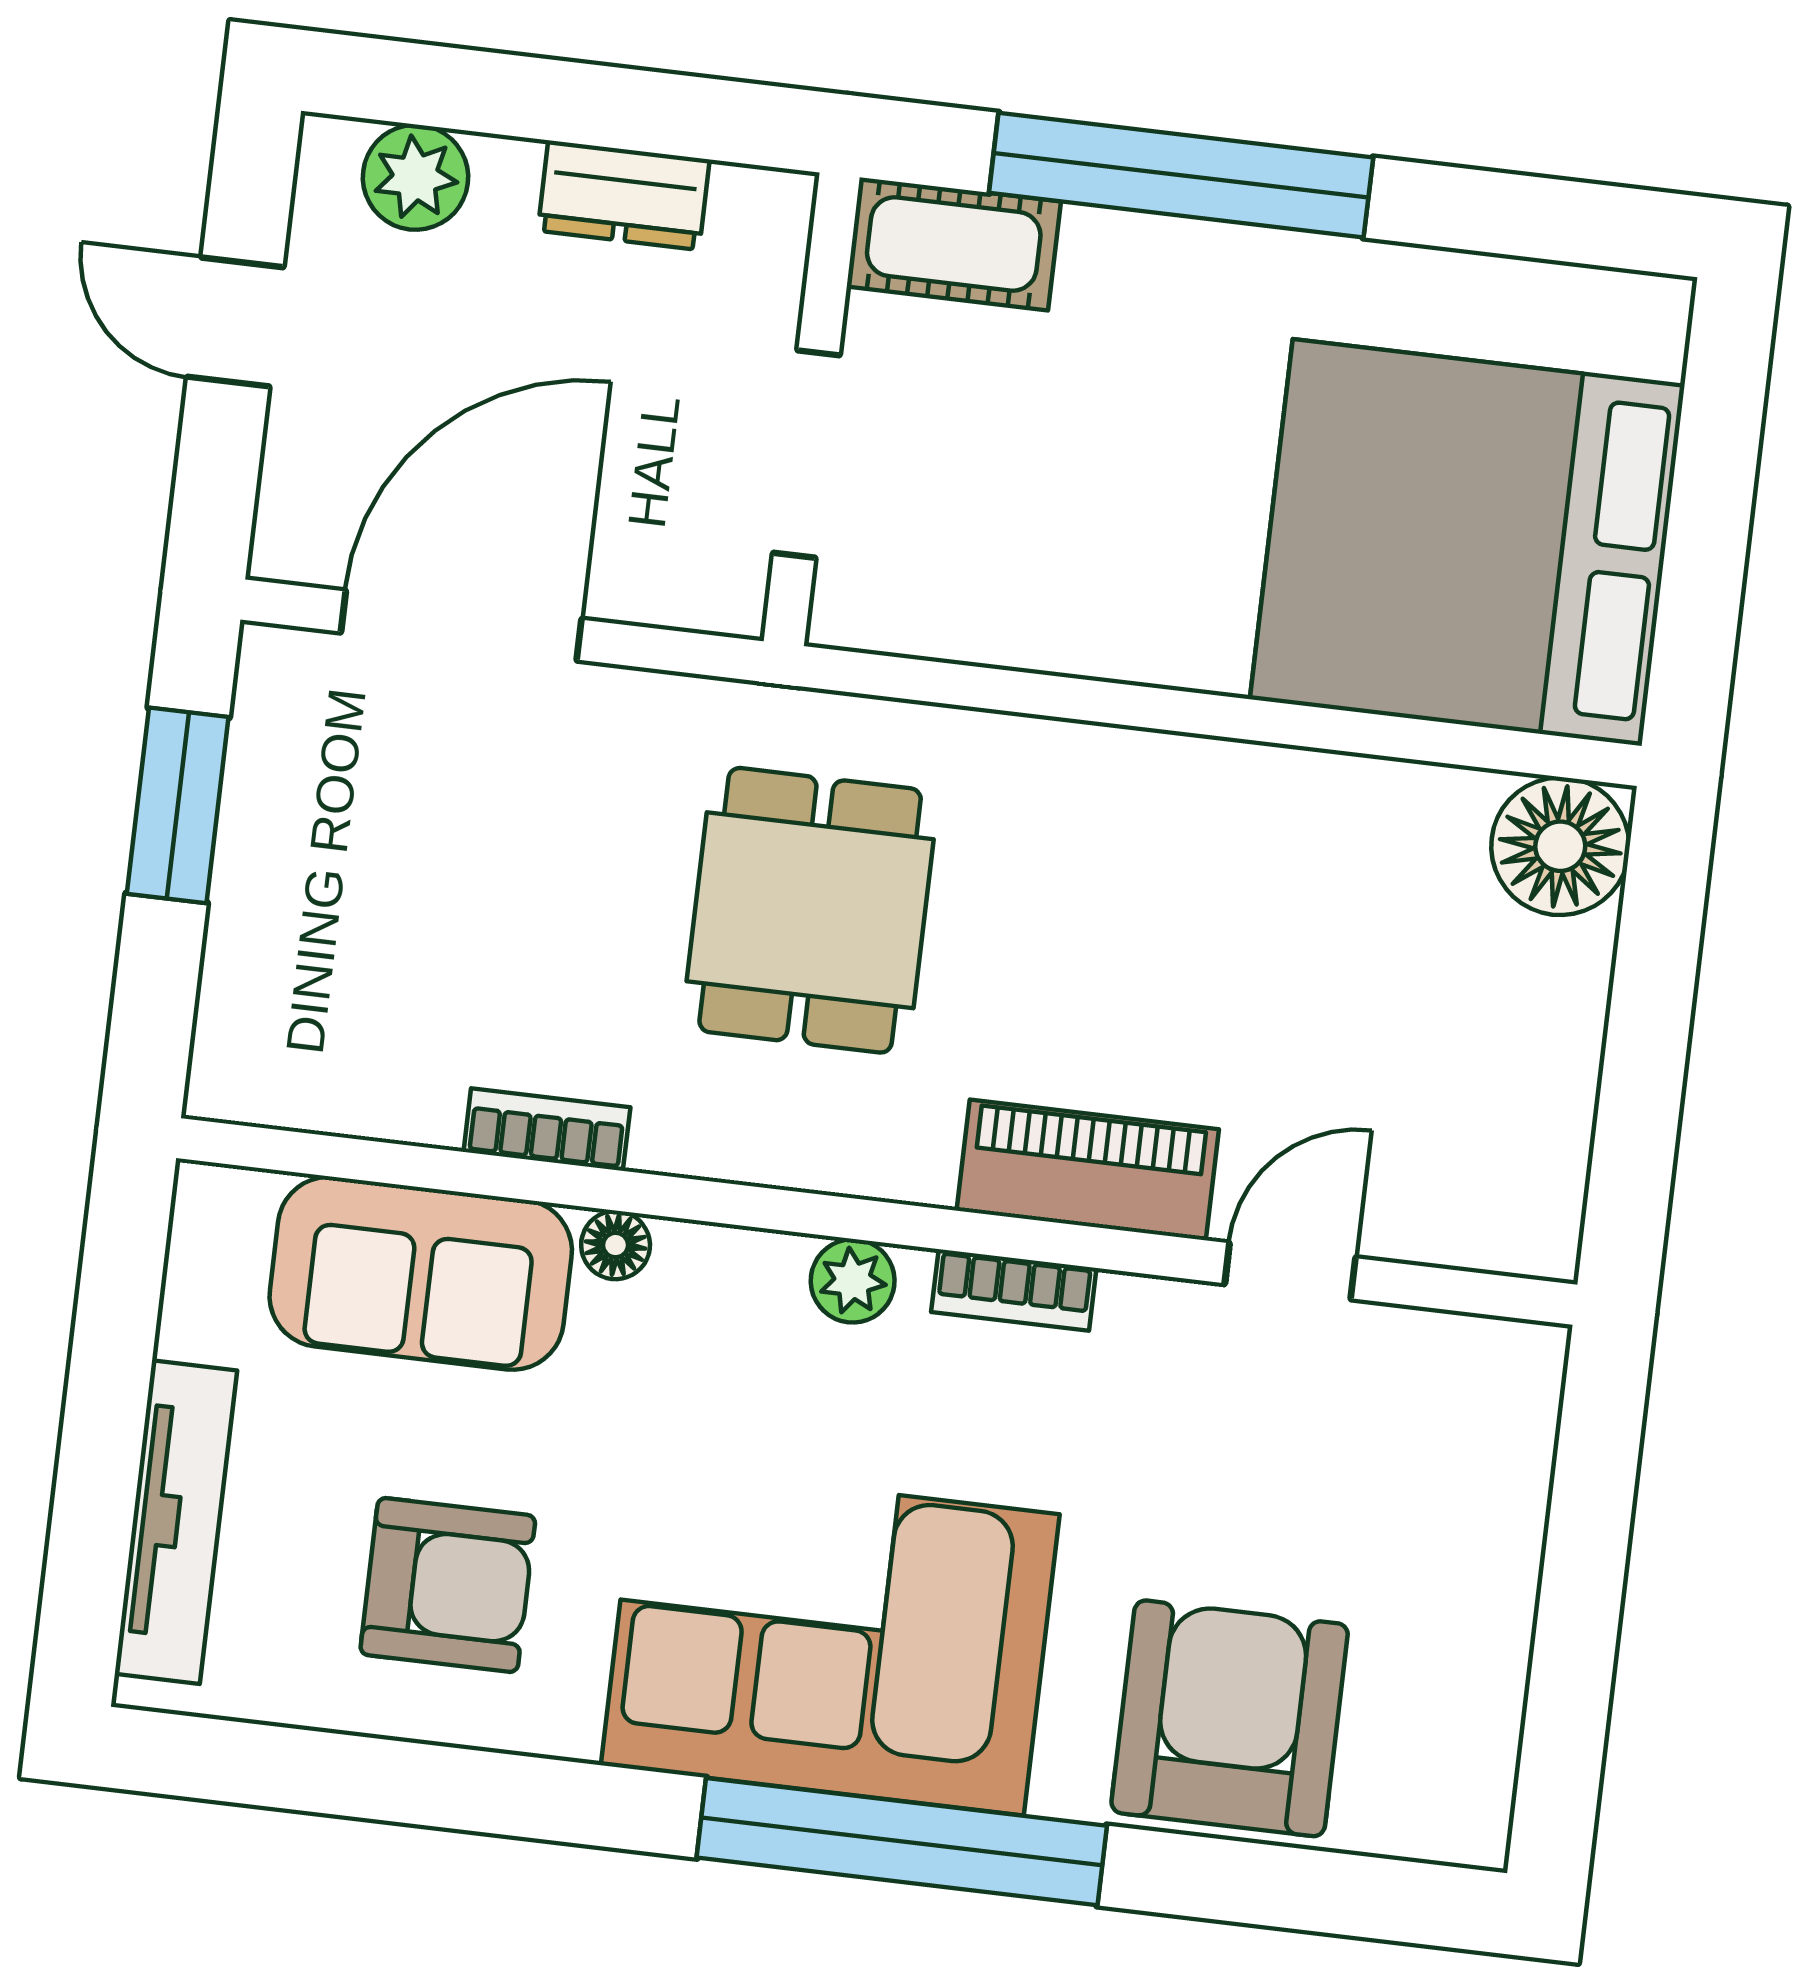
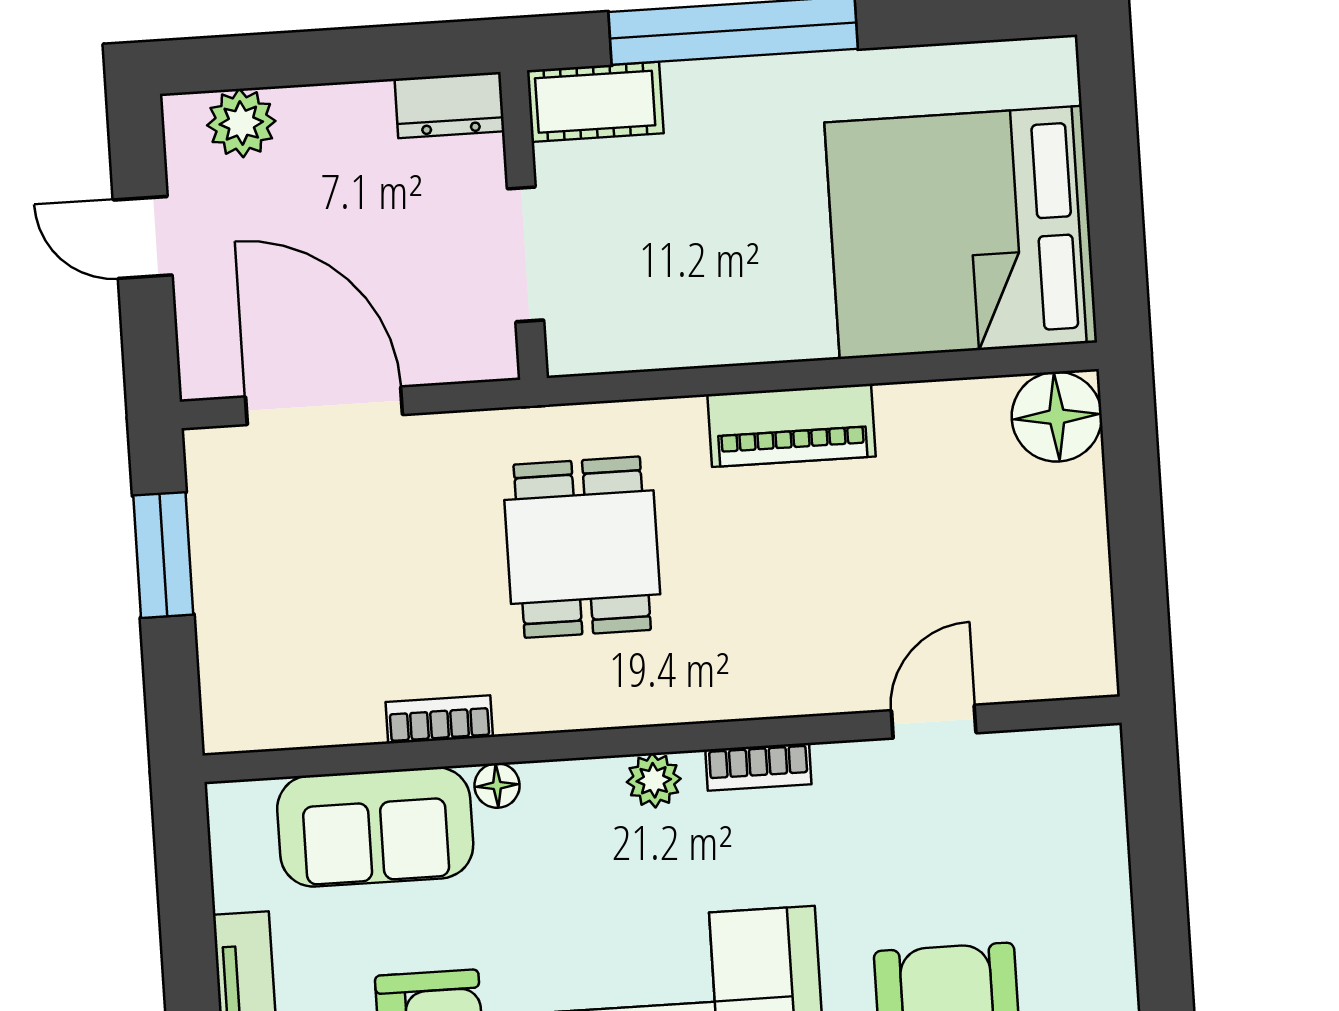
dresser: (624, 195) -> (450, 105), moved
door: (461, 626) -> (324, 406), hinge flipped
piano: (1088, 1170) -> (792, 425), moved, turned 180

